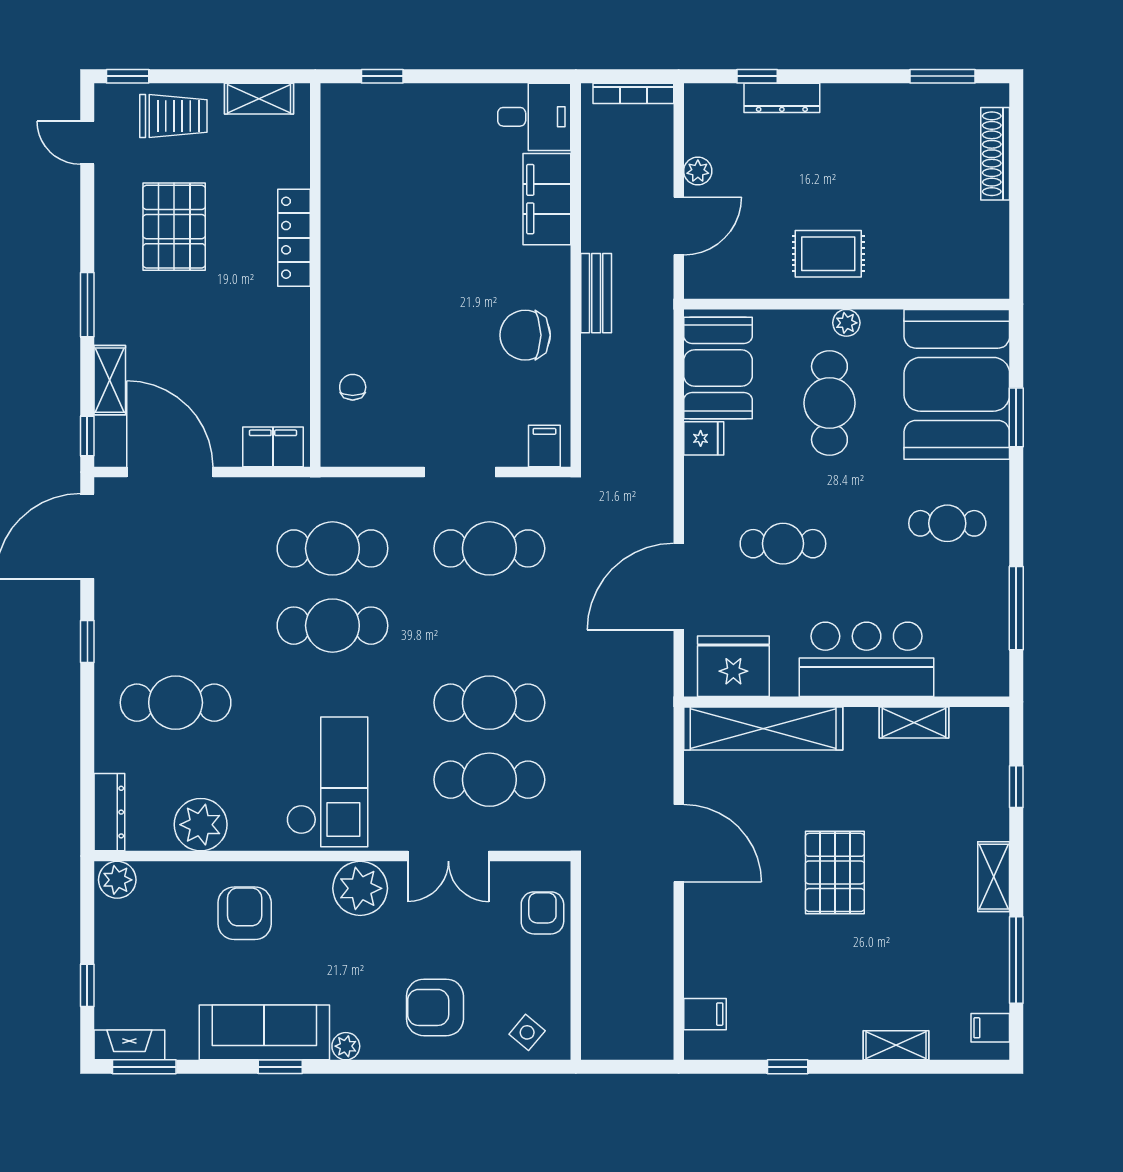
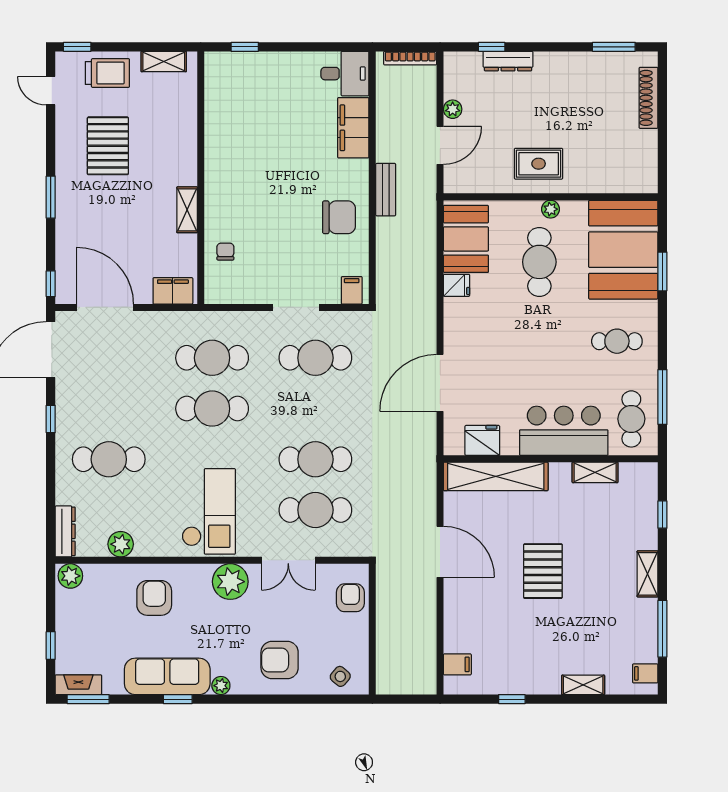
locker: (294, 238) -> (187, 153), removed
chair: (525, 335) -> (339, 217), turned 180
shelving: (110, 380) -> (187, 210), moved
cafe table: (783, 544) -> (631, 419), moved, turned 90
fridge: (733, 666) -> (482, 440), width x0.73, depth x0.75
plant: (201, 825) -> (121, 544), width x0.73, depth x0.73

